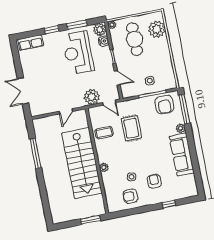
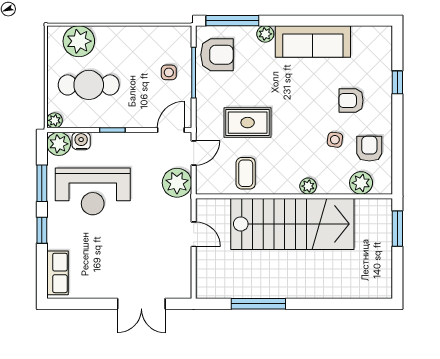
door: (117, 78) -> (171, 130), moved
plant: (111, 195) -> (361, 183), added
armchair: (130, 196) -> (369, 149), turned 180

